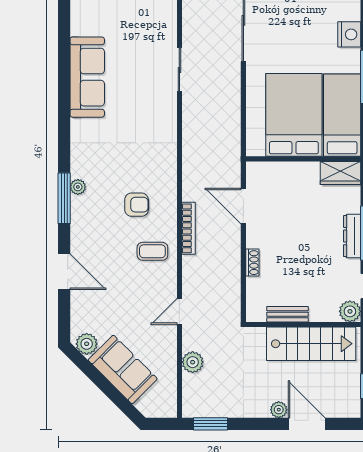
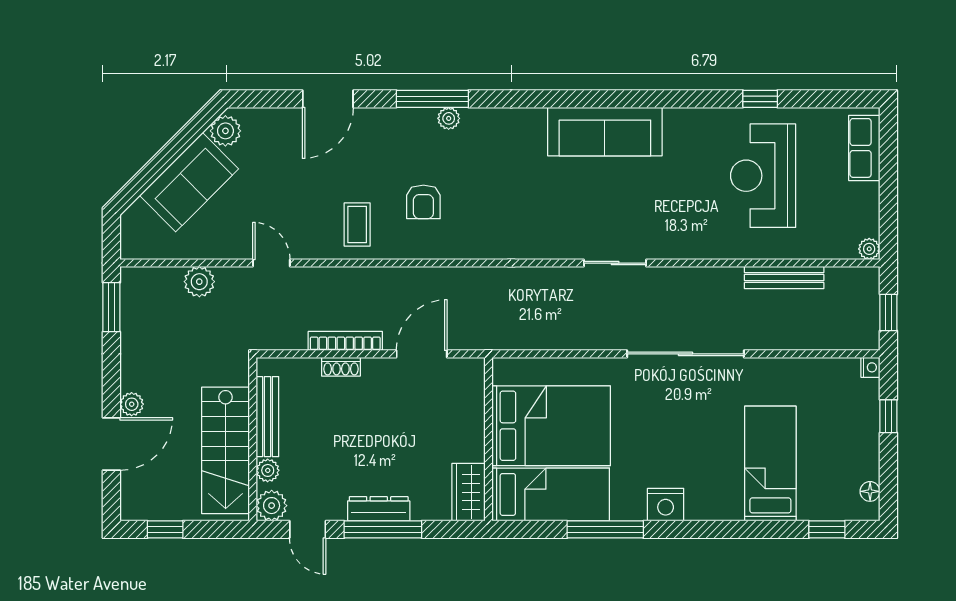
bookcase: (189, 228) -> (345, 341), moved, turned 180
bench: (287, 314) -> (267, 417), width x1.36
plant: (325, 314) -> (268, 470), added

